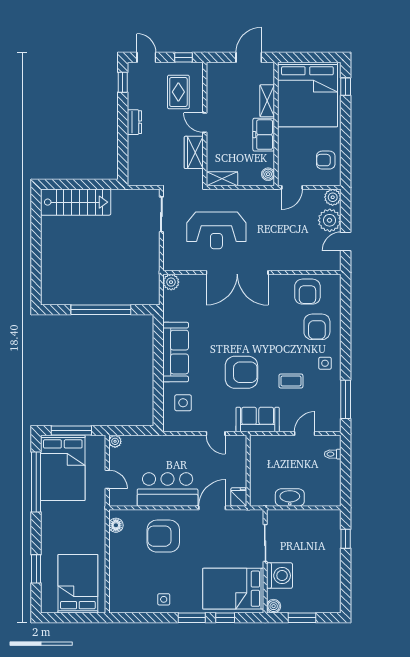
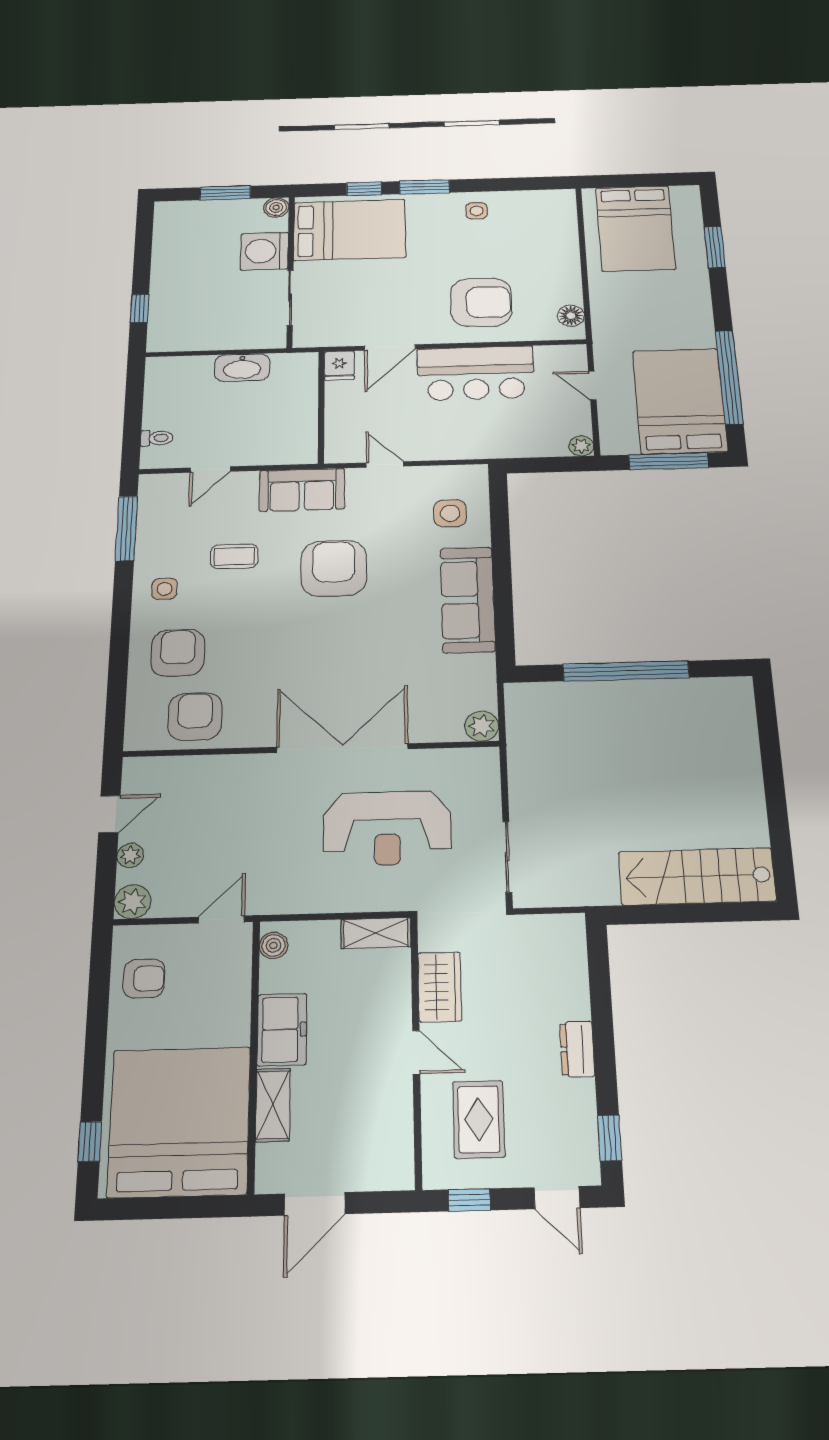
plant: (330, 220) -> (130, 855), width x0.53, depth x0.53
reception desk: (216, 230) -> (387, 828), turned 180
armchair: (241, 372) -> (334, 568), turned 90

